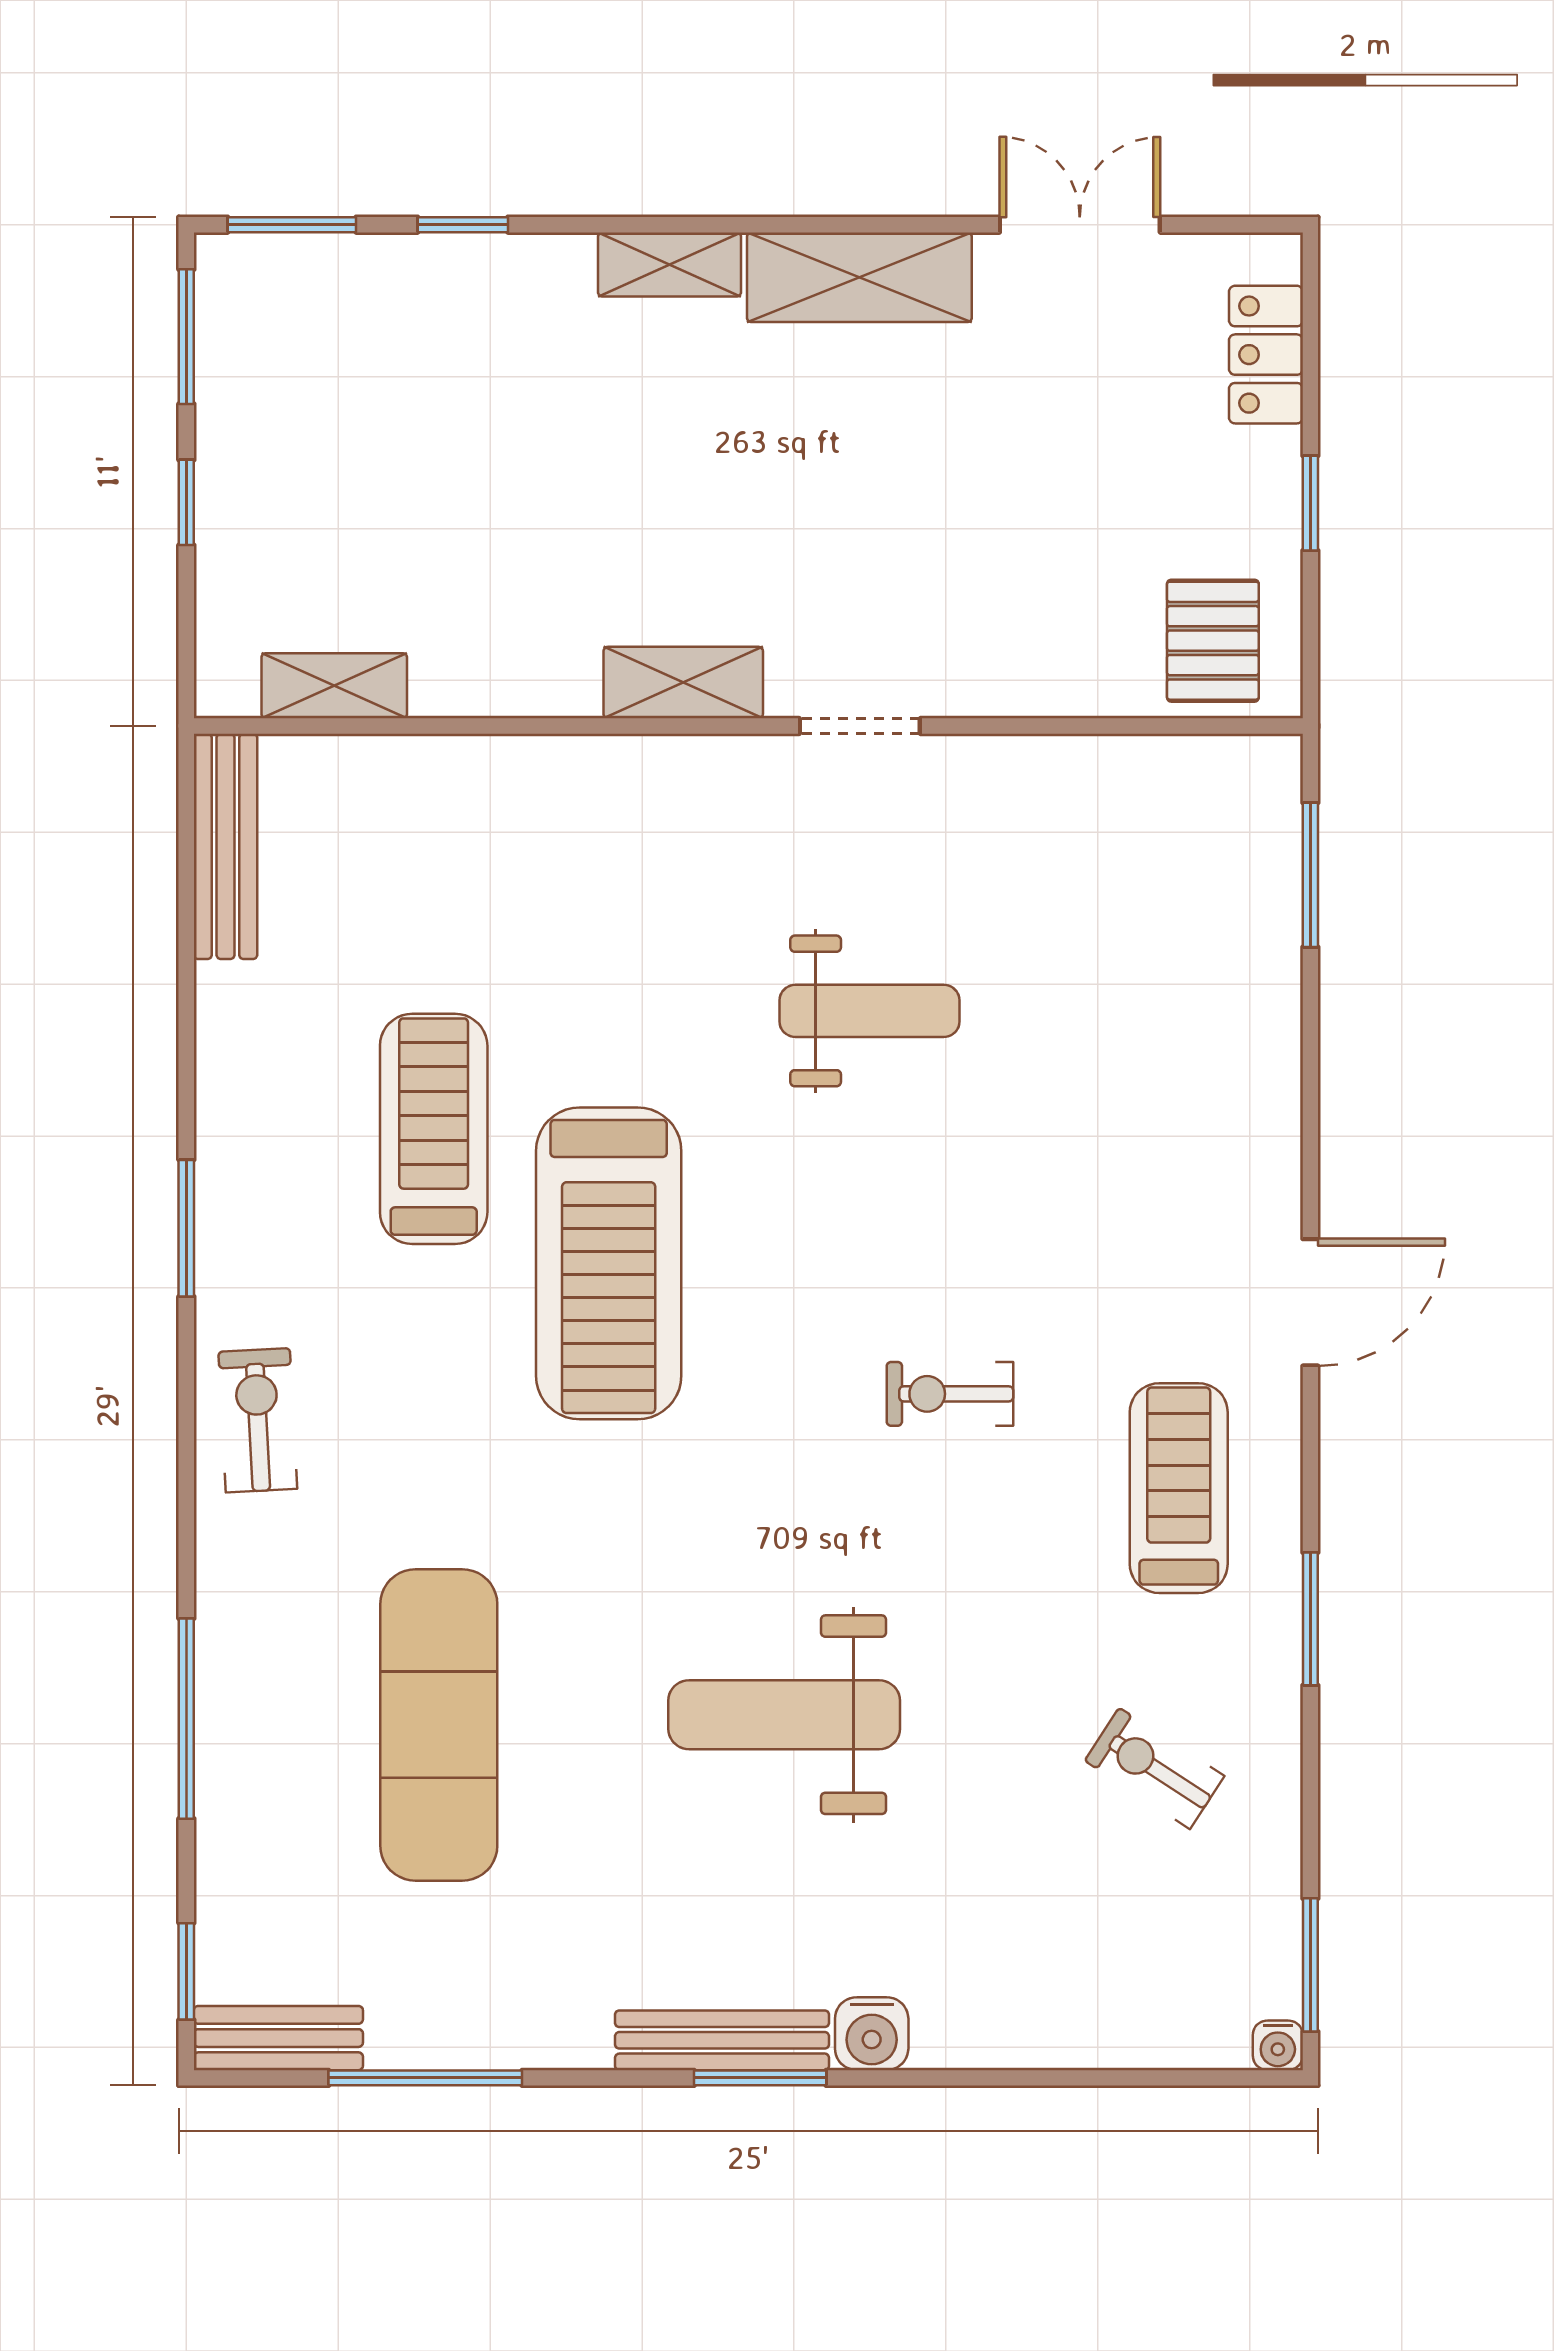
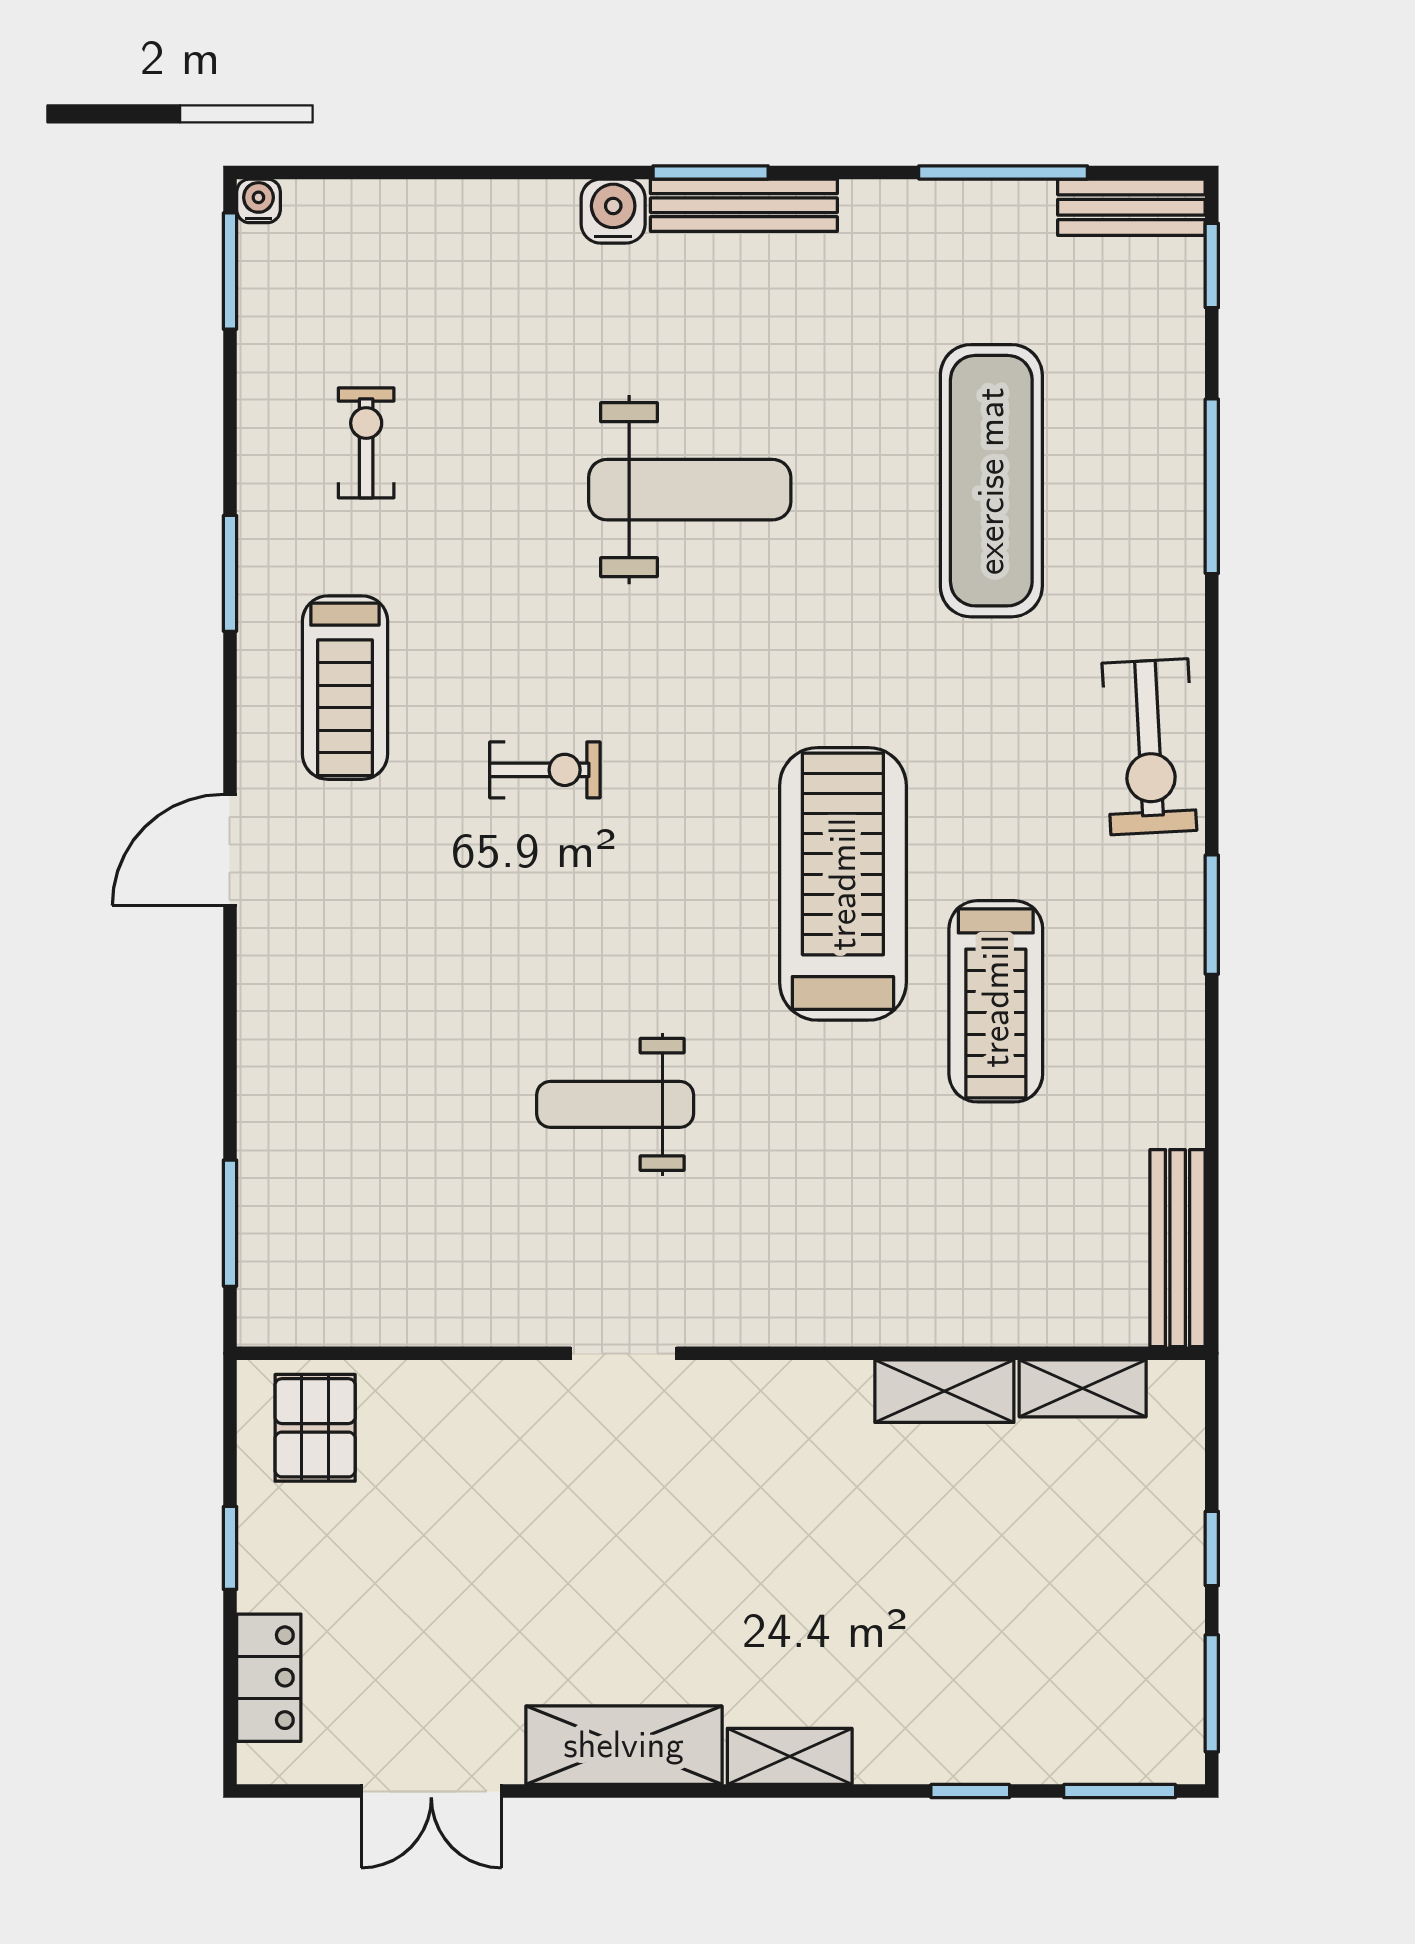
shelving: (683, 683) -> (944, 1391), moved
exercise bike: (258, 1420) -> (1149, 747), width x1.38, depth x1.39
exercise bike: (1154, 1768) -> (366, 443), turned -123

